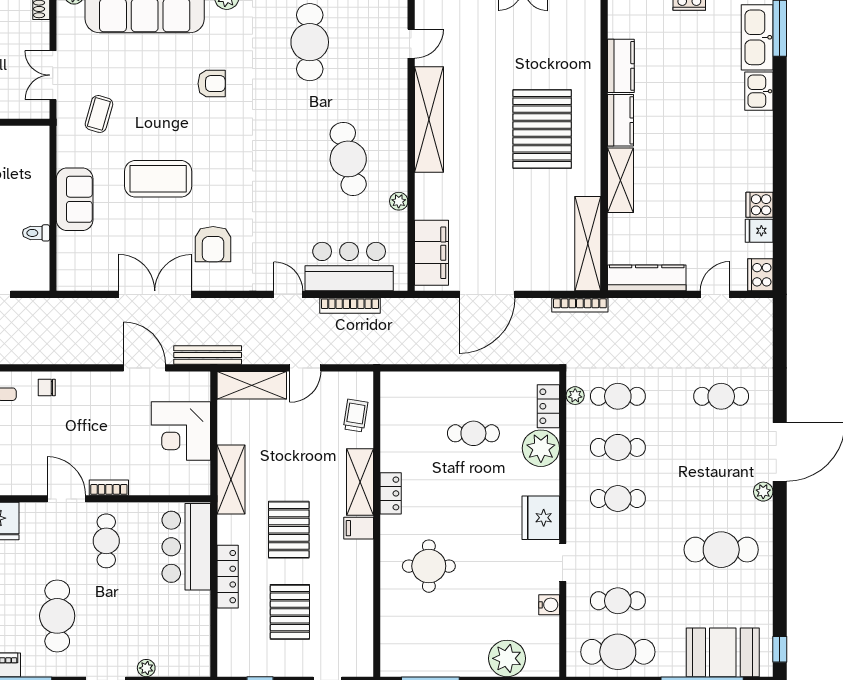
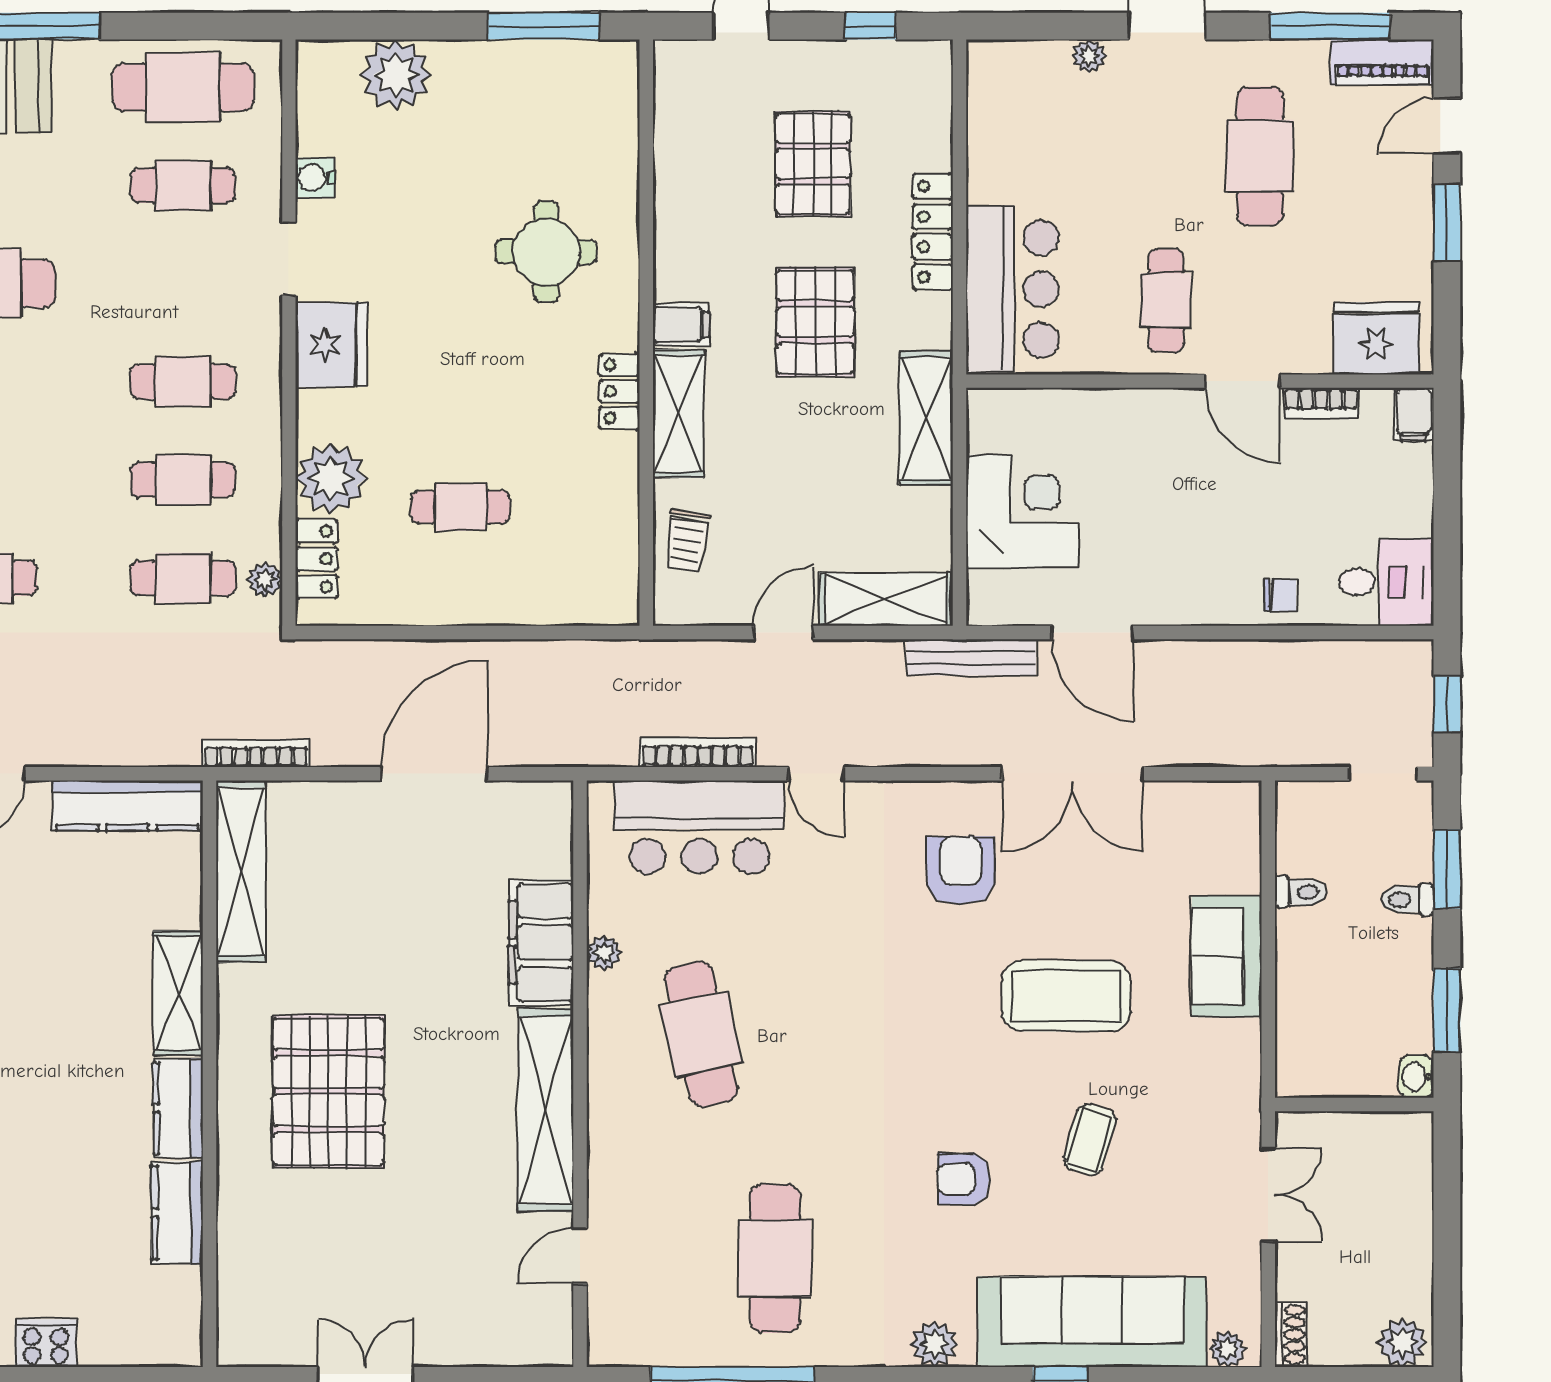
coffee table: (99, 114) -> (1090, 1139), moved
filing cabinet: (432, 253) -> (541, 942), moved
bookcase: (109, 488) -> (1321, 403), moved

